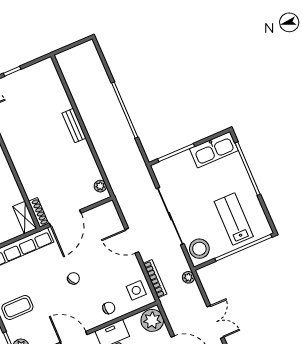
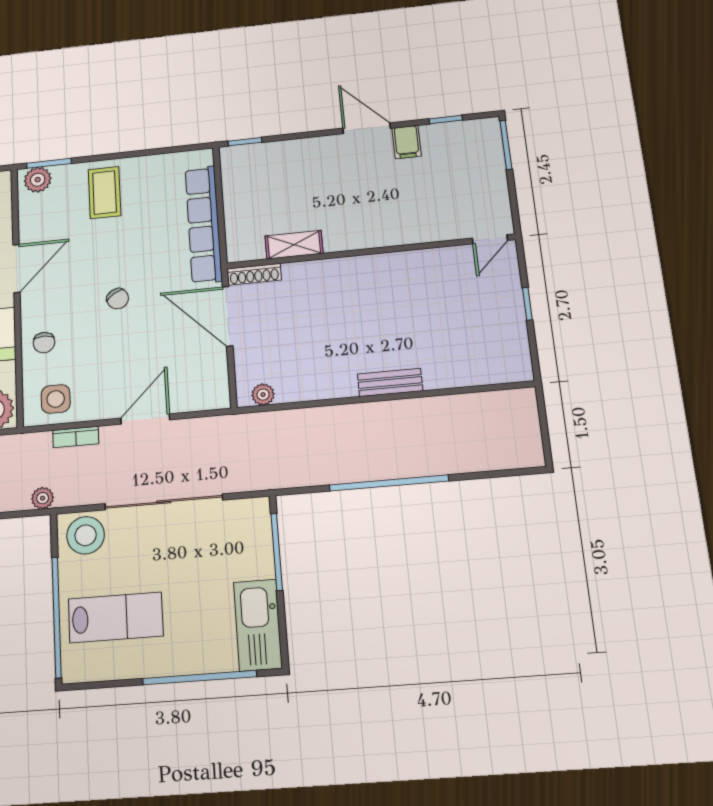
shelving: (25, 217) -> (294, 245), moved
bookcase: (155, 279) -> (76, 437), width x0.64

